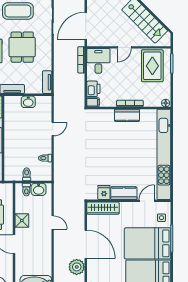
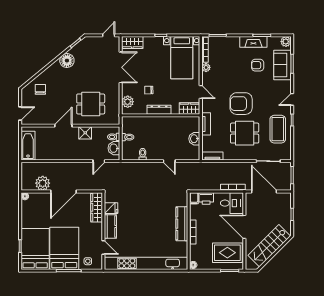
door: (124, 47) -> (244, 227), width x1.87
kitchen counter: (127, 115) -> (182, 224), width x1.50
door: (53, 222) -> (99, 161), moved

